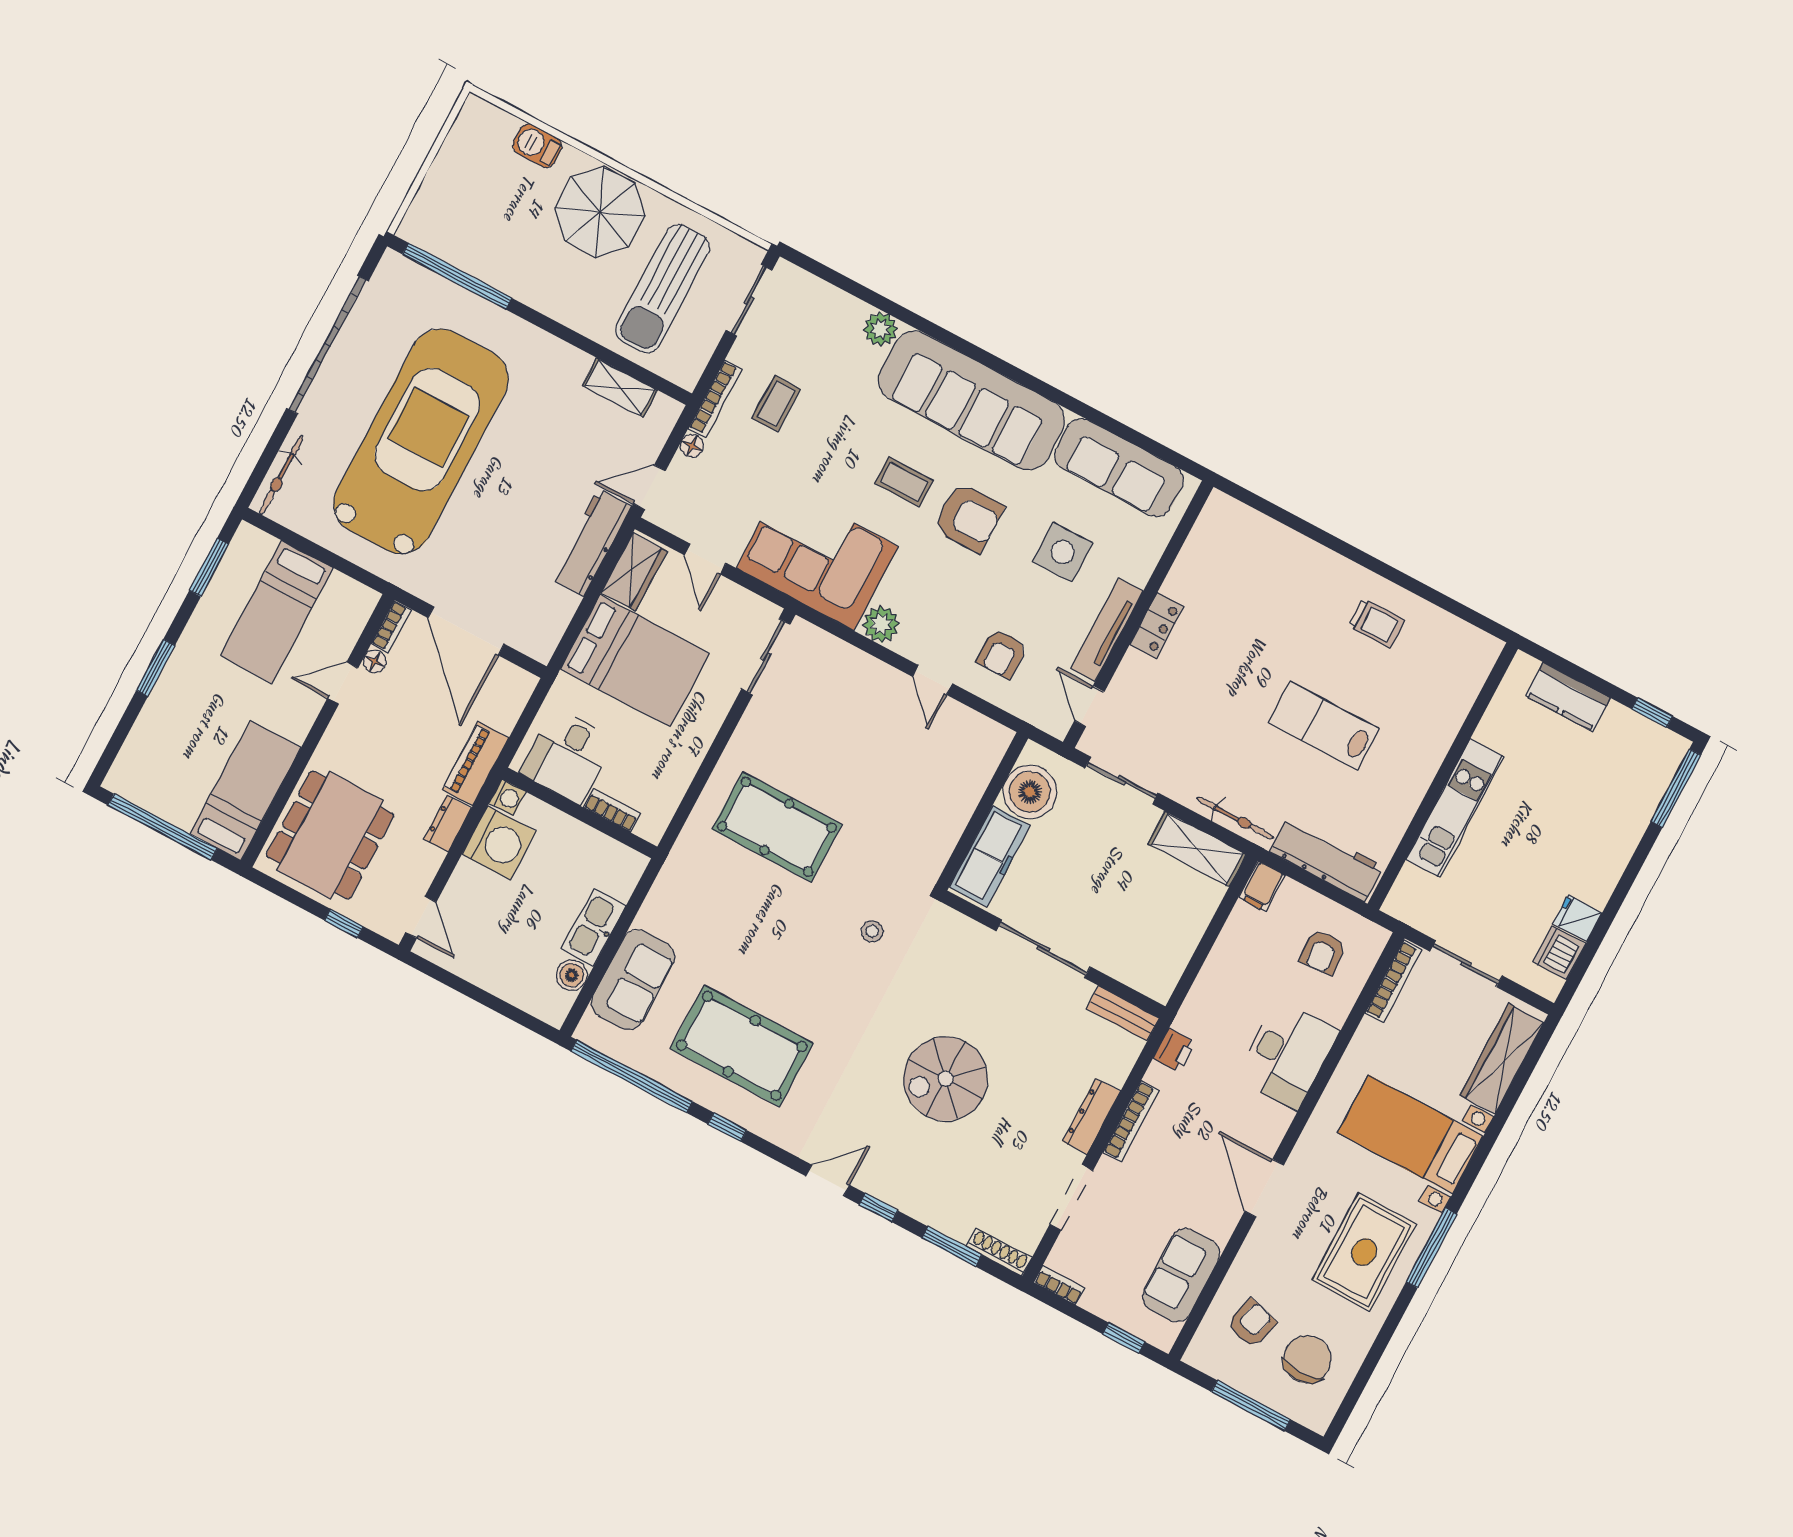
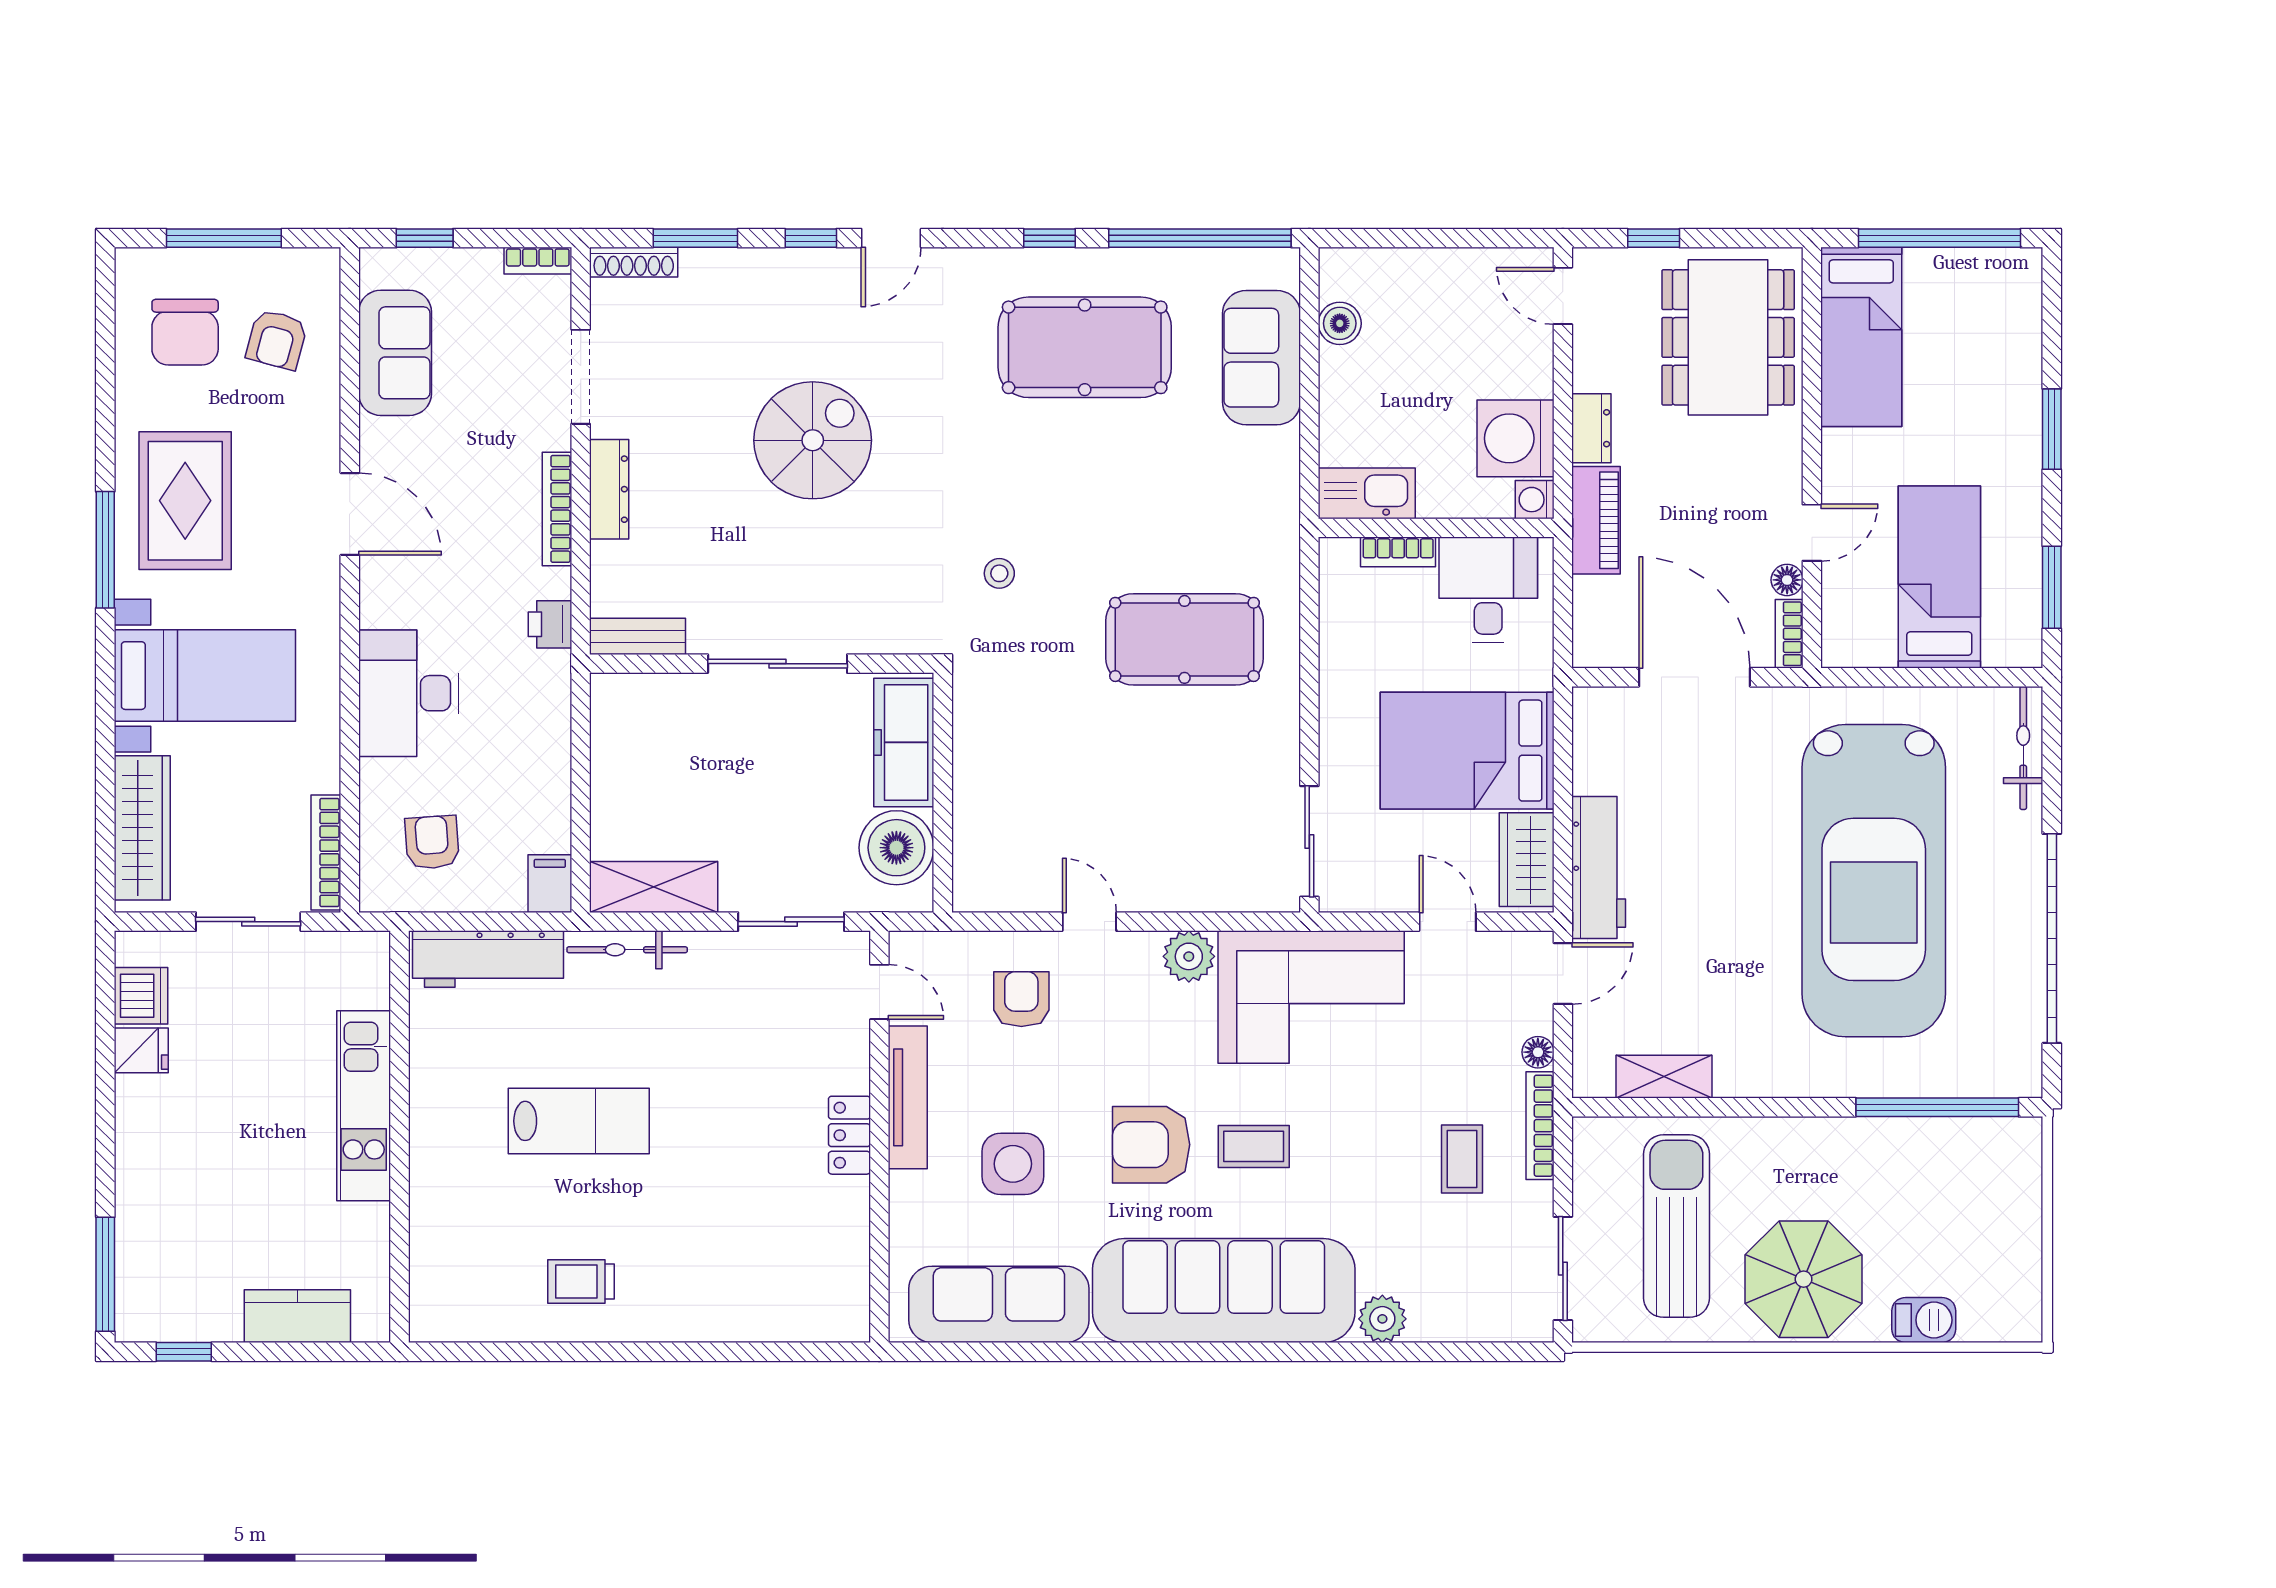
kitchen sink: (594, 927) -> (1367, 493), moved, turned -90

